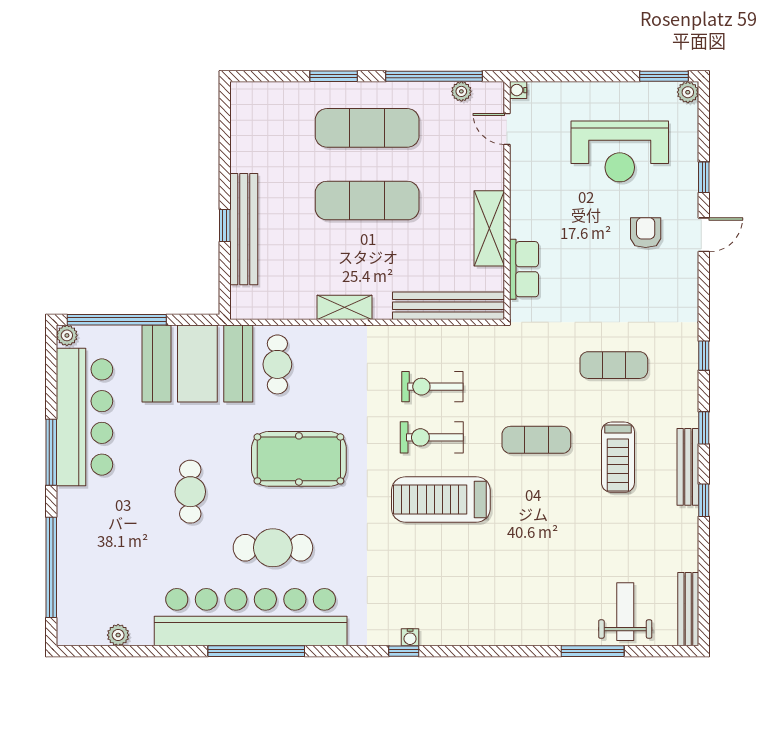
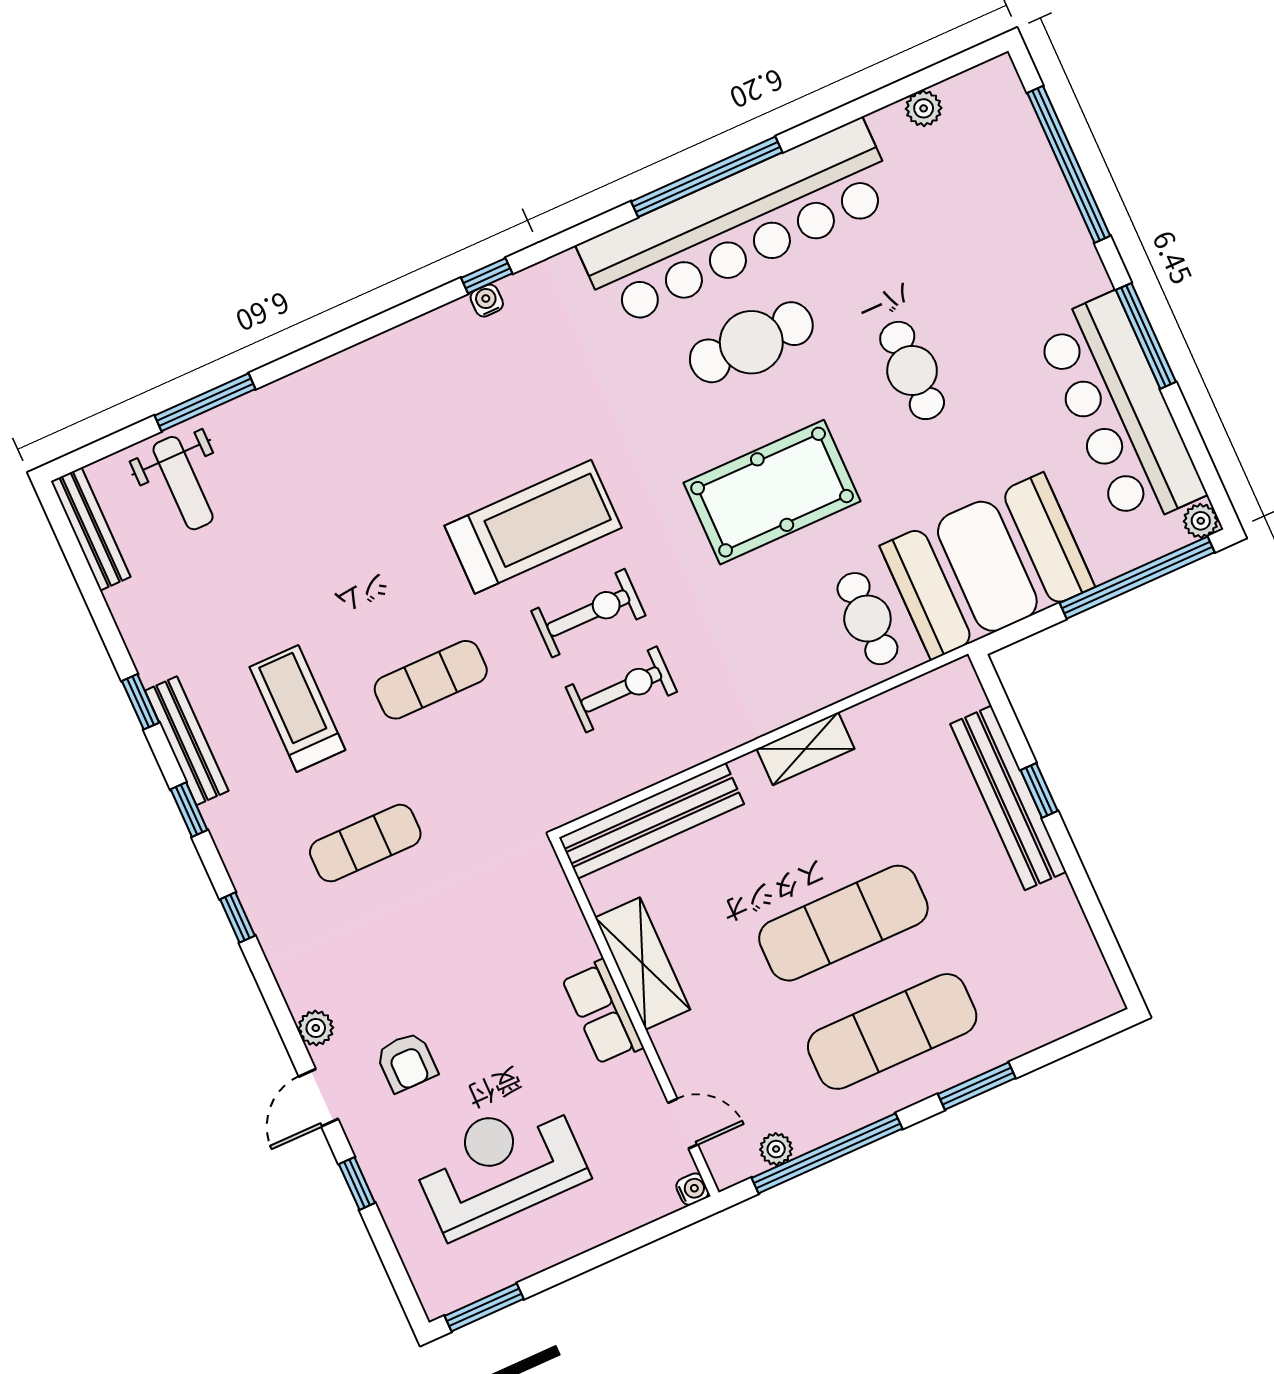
plant: (688, 92) -> (316, 1028), moved
row of seats: (524, 269) -> (602, 1013), moved

